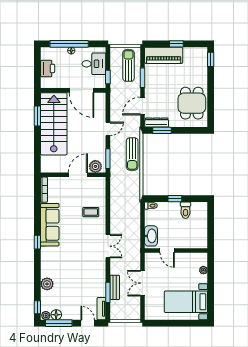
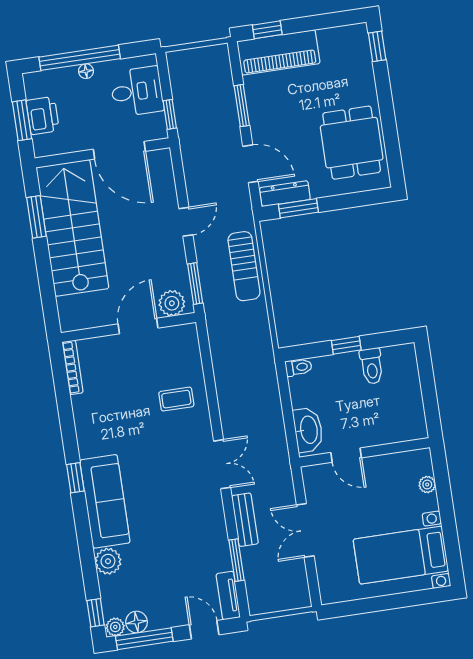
window: (176, 44) -> (267, 30), moved
sun lounger: (129, 66) -> (209, 84), removed
window: (37, 69) -> (22, 120), added
door: (142, 106) -> (250, 164), swing flipped
sofa: (50, 225) -> (105, 501), moved
bench: (115, 287) -> (245, 520), moved

